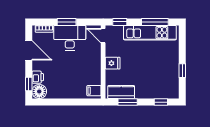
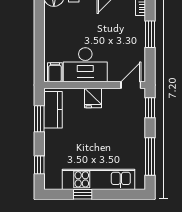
kitchen unit: (150, 33) -> (98, 179), moved, turned 90
desk: (70, 38) -> (85, 65), moved, turned 90

